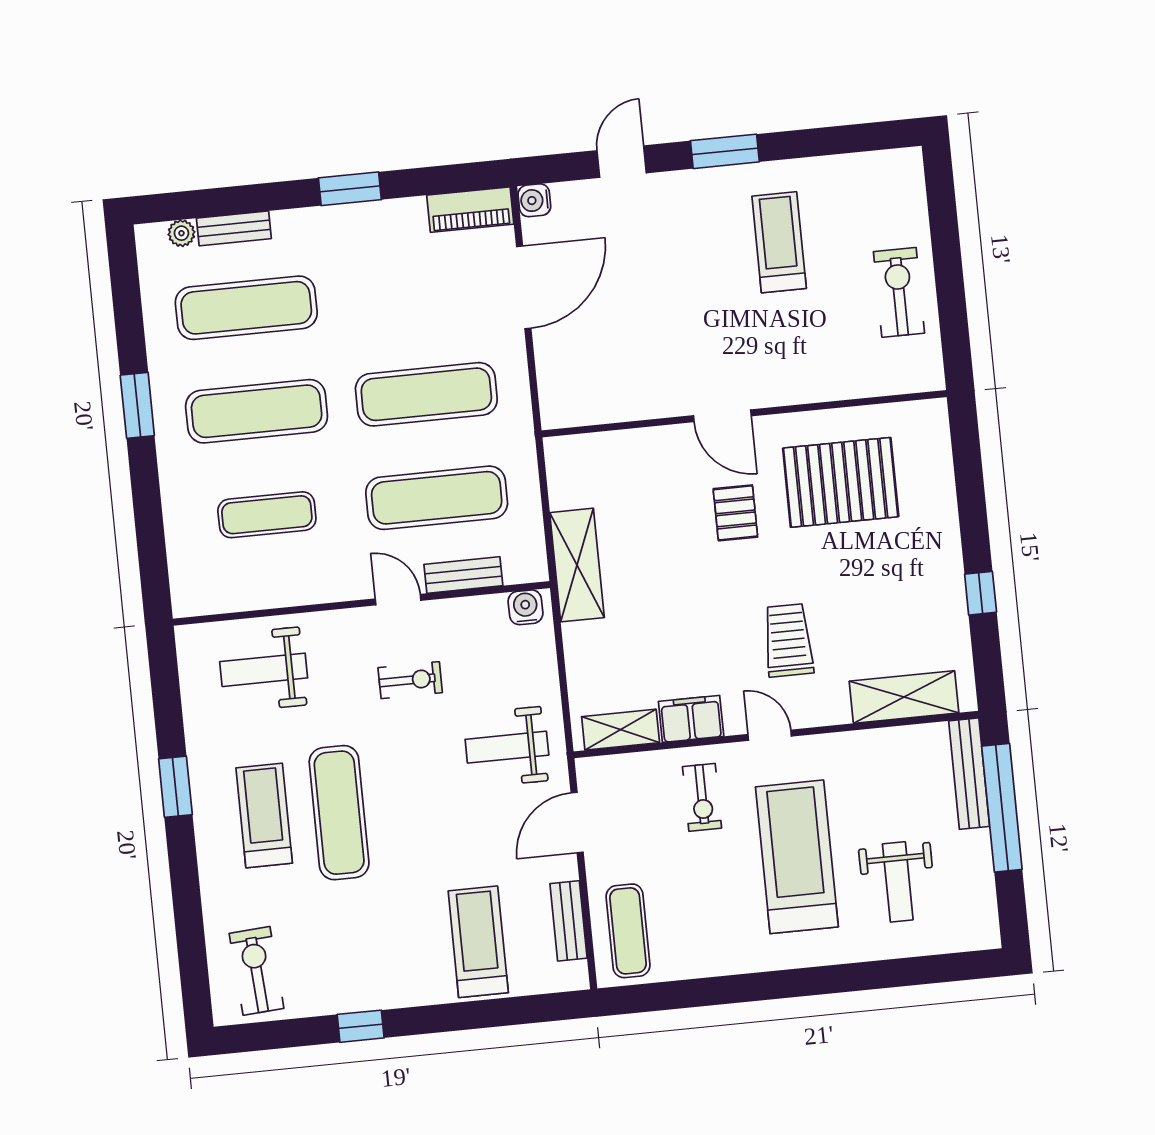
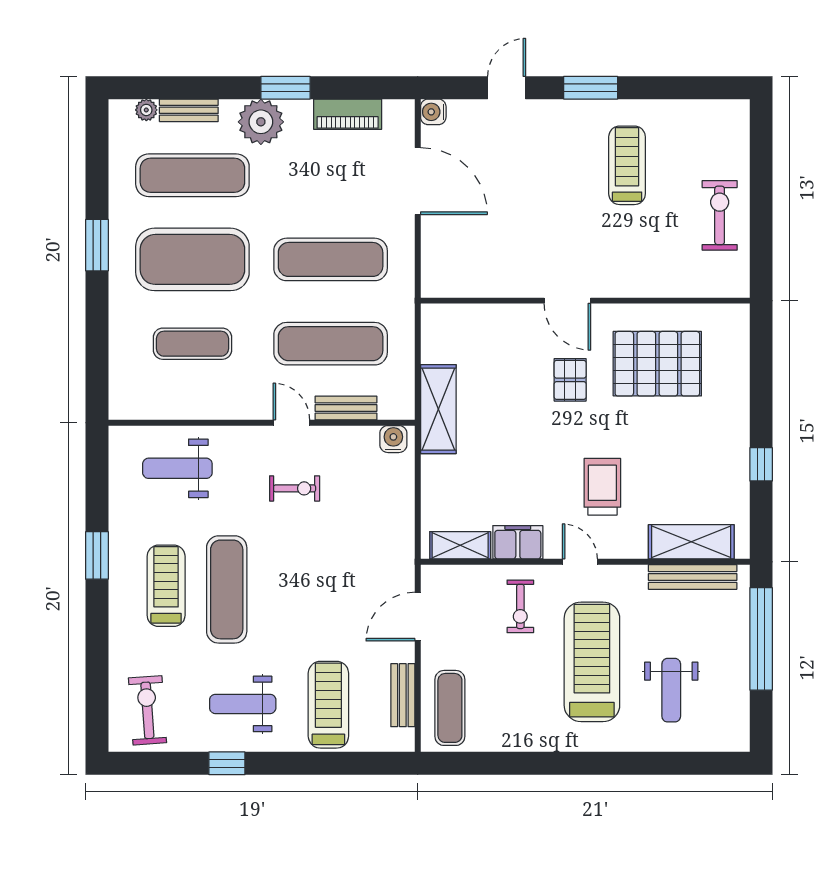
piano: (470, 210) -> (348, 114), moved
plant: (324, 234) -> (261, 122), added
door: (524, 287) -> (418, 181), hinge flipped
exercise mat: (257, 411) -> (192, 259), width x1.47
weight bench: (507, 747) -> (243, 704), moved
bench: (969, 774) -> (693, 577), moved, turned 90

